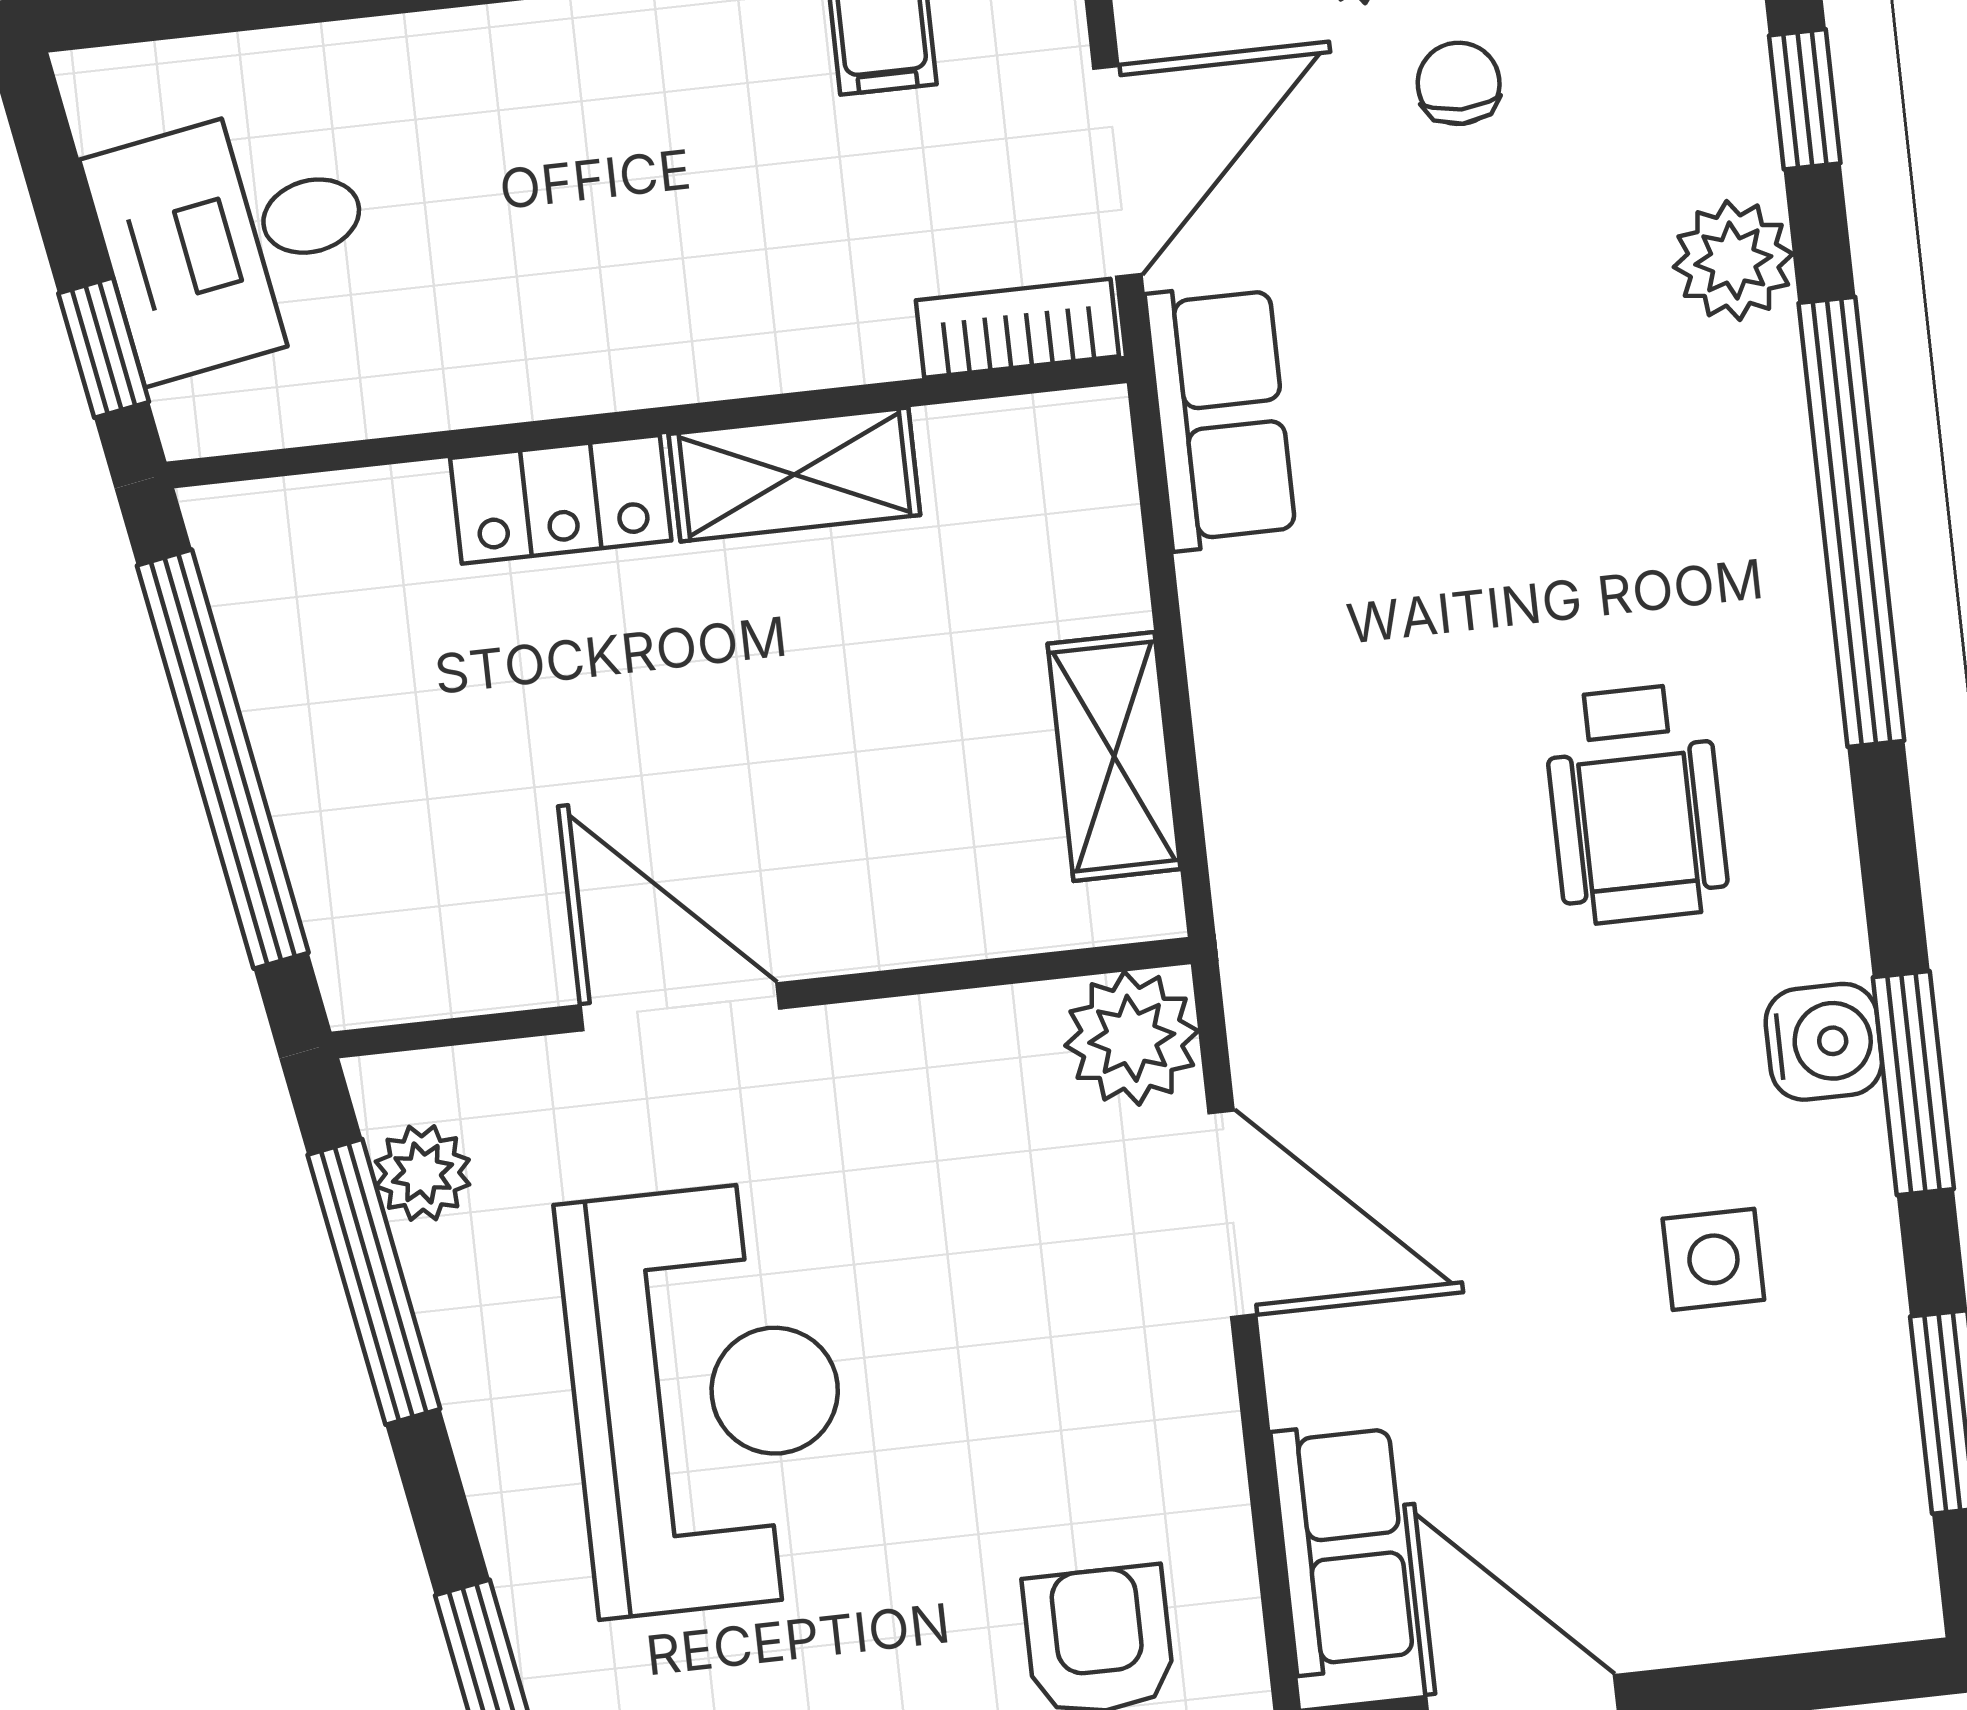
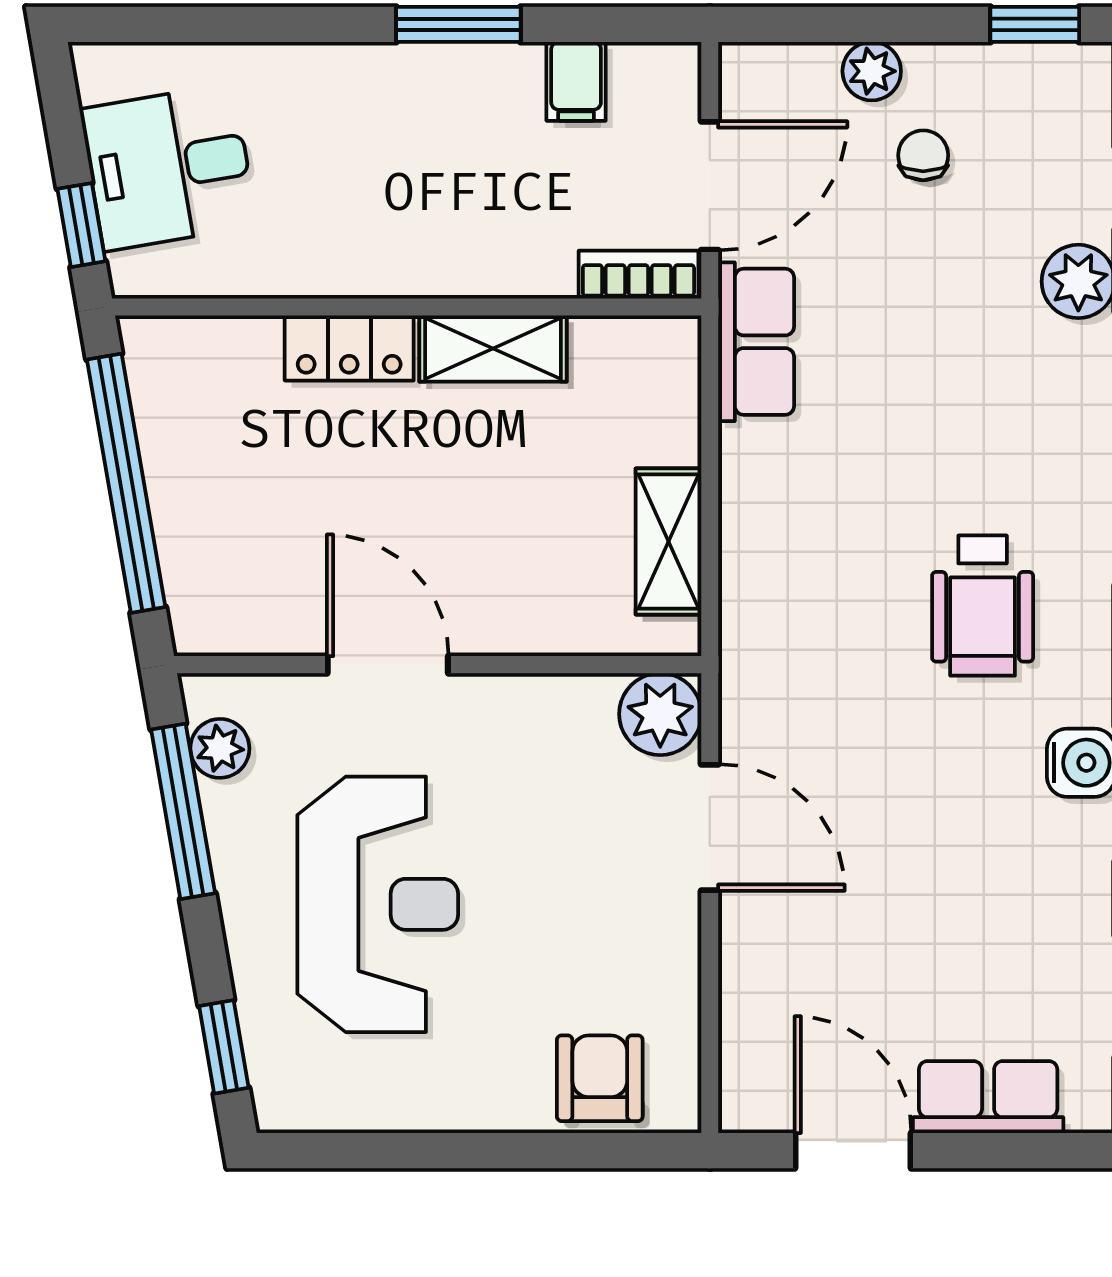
side table: (1713, 1259) -> (999, 888), removed
row of seats: (1342, 1548) -> (988, 1097), moved, turned -90

